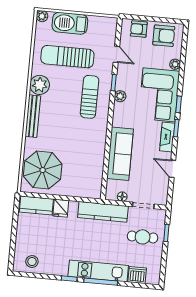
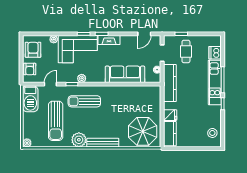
barbecue: (70, 23) -> (30, 99), moved
door: (172, 169) -> (144, 34), moved

